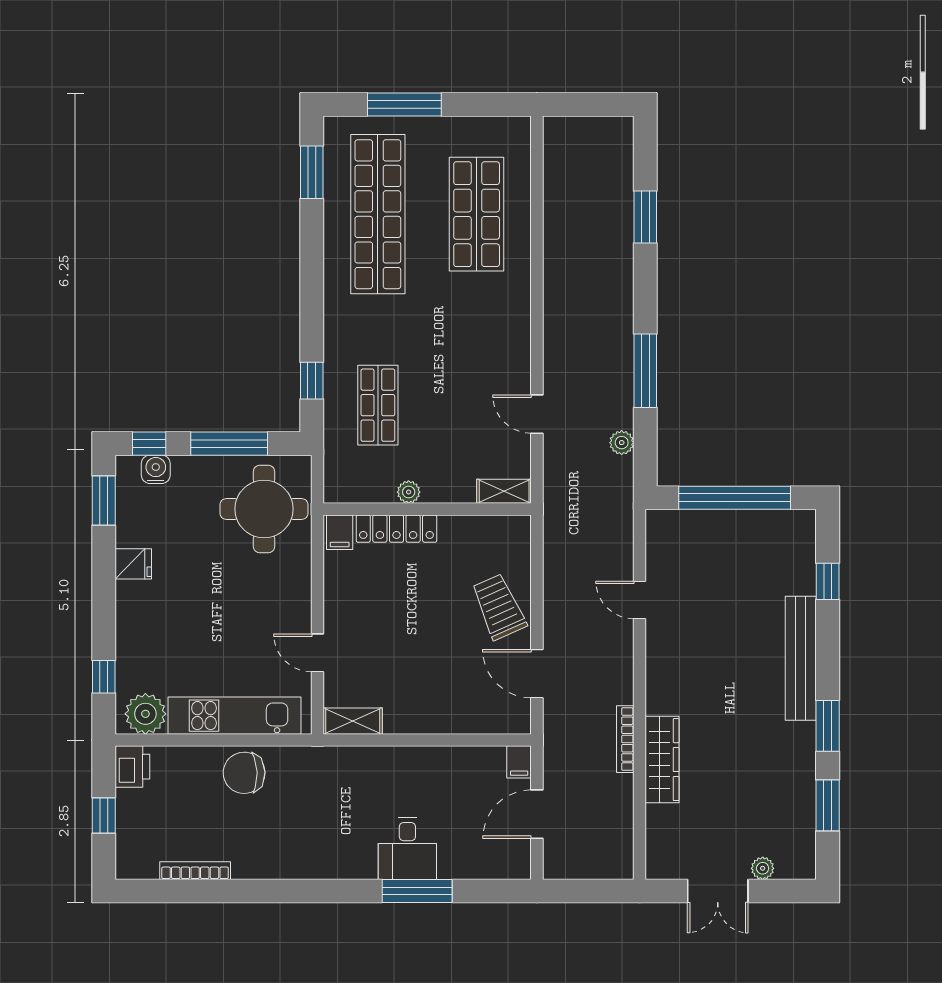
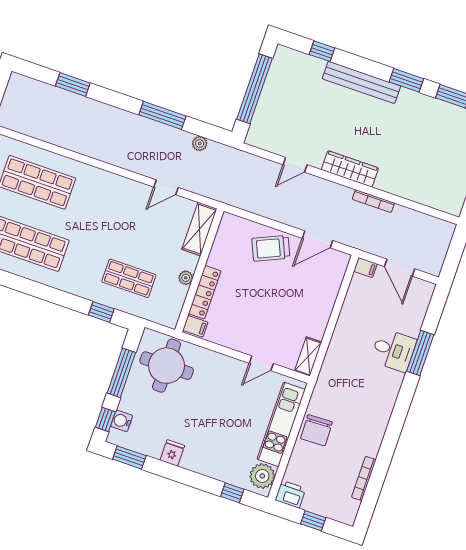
shelving: (504, 491) -> (199, 229), width x1.50, depth x1.33
wardrobe: (662, 760) -> (350, 169), moved

